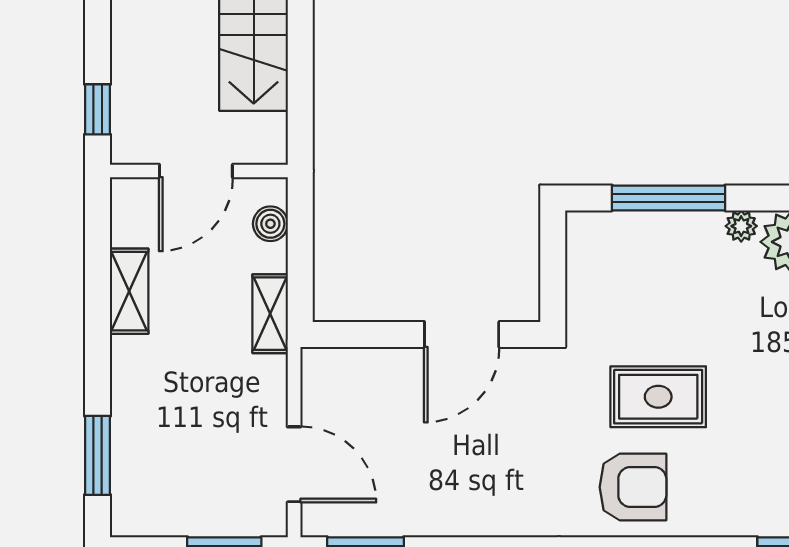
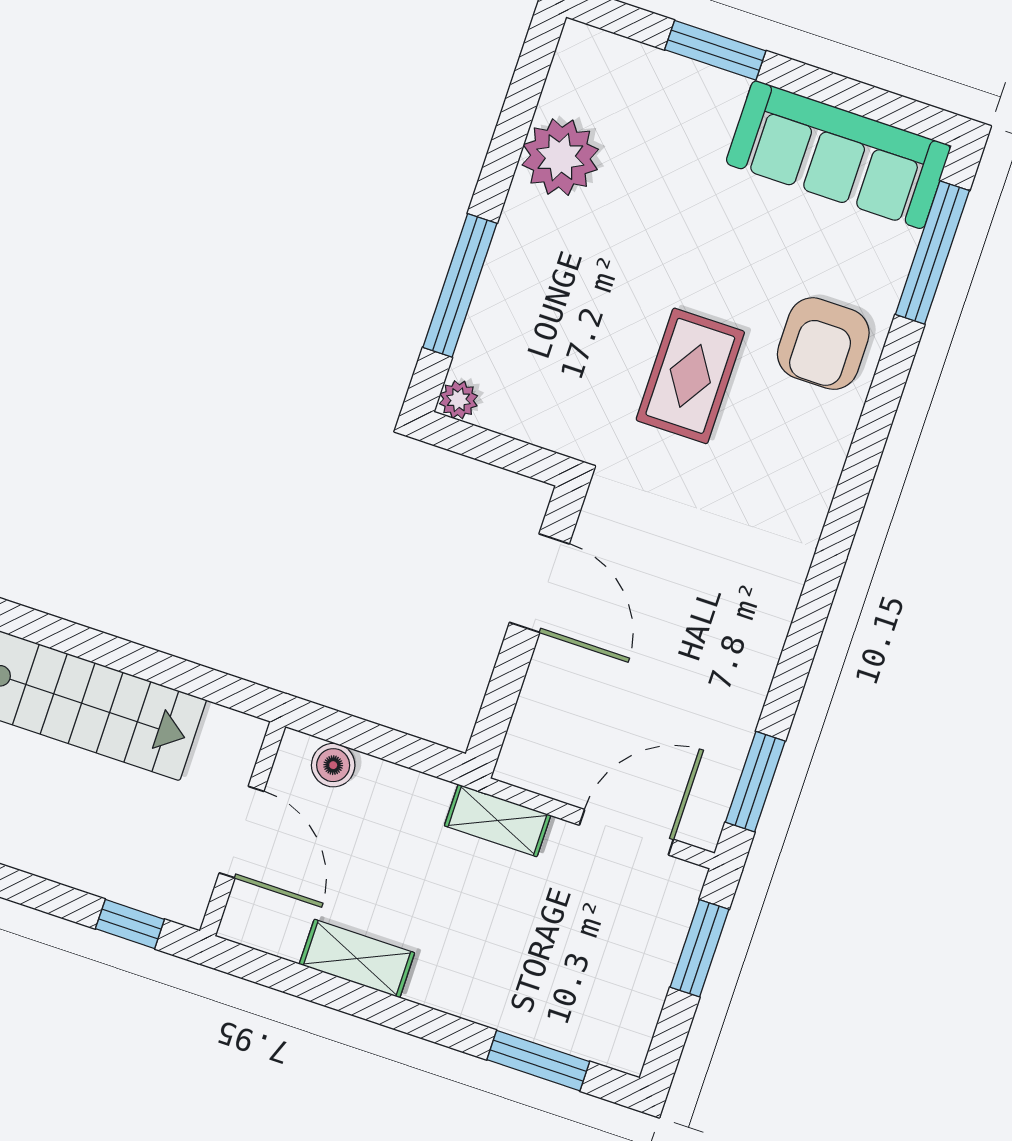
plant: (741, 226) -> (458, 400), moved
shelving: (270, 314) -> (498, 820), moved
armchair: (633, 487) -> (823, 344), moved, turned 180

